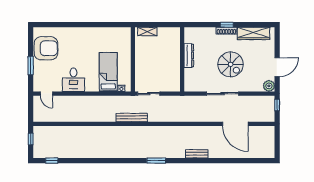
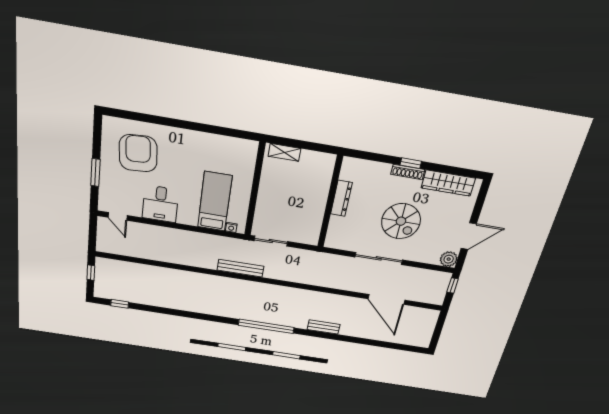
armchair: (46, 48) -> (138, 153), moved, turned -94
window: (156, 161) -> (266, 326), width x2.11

